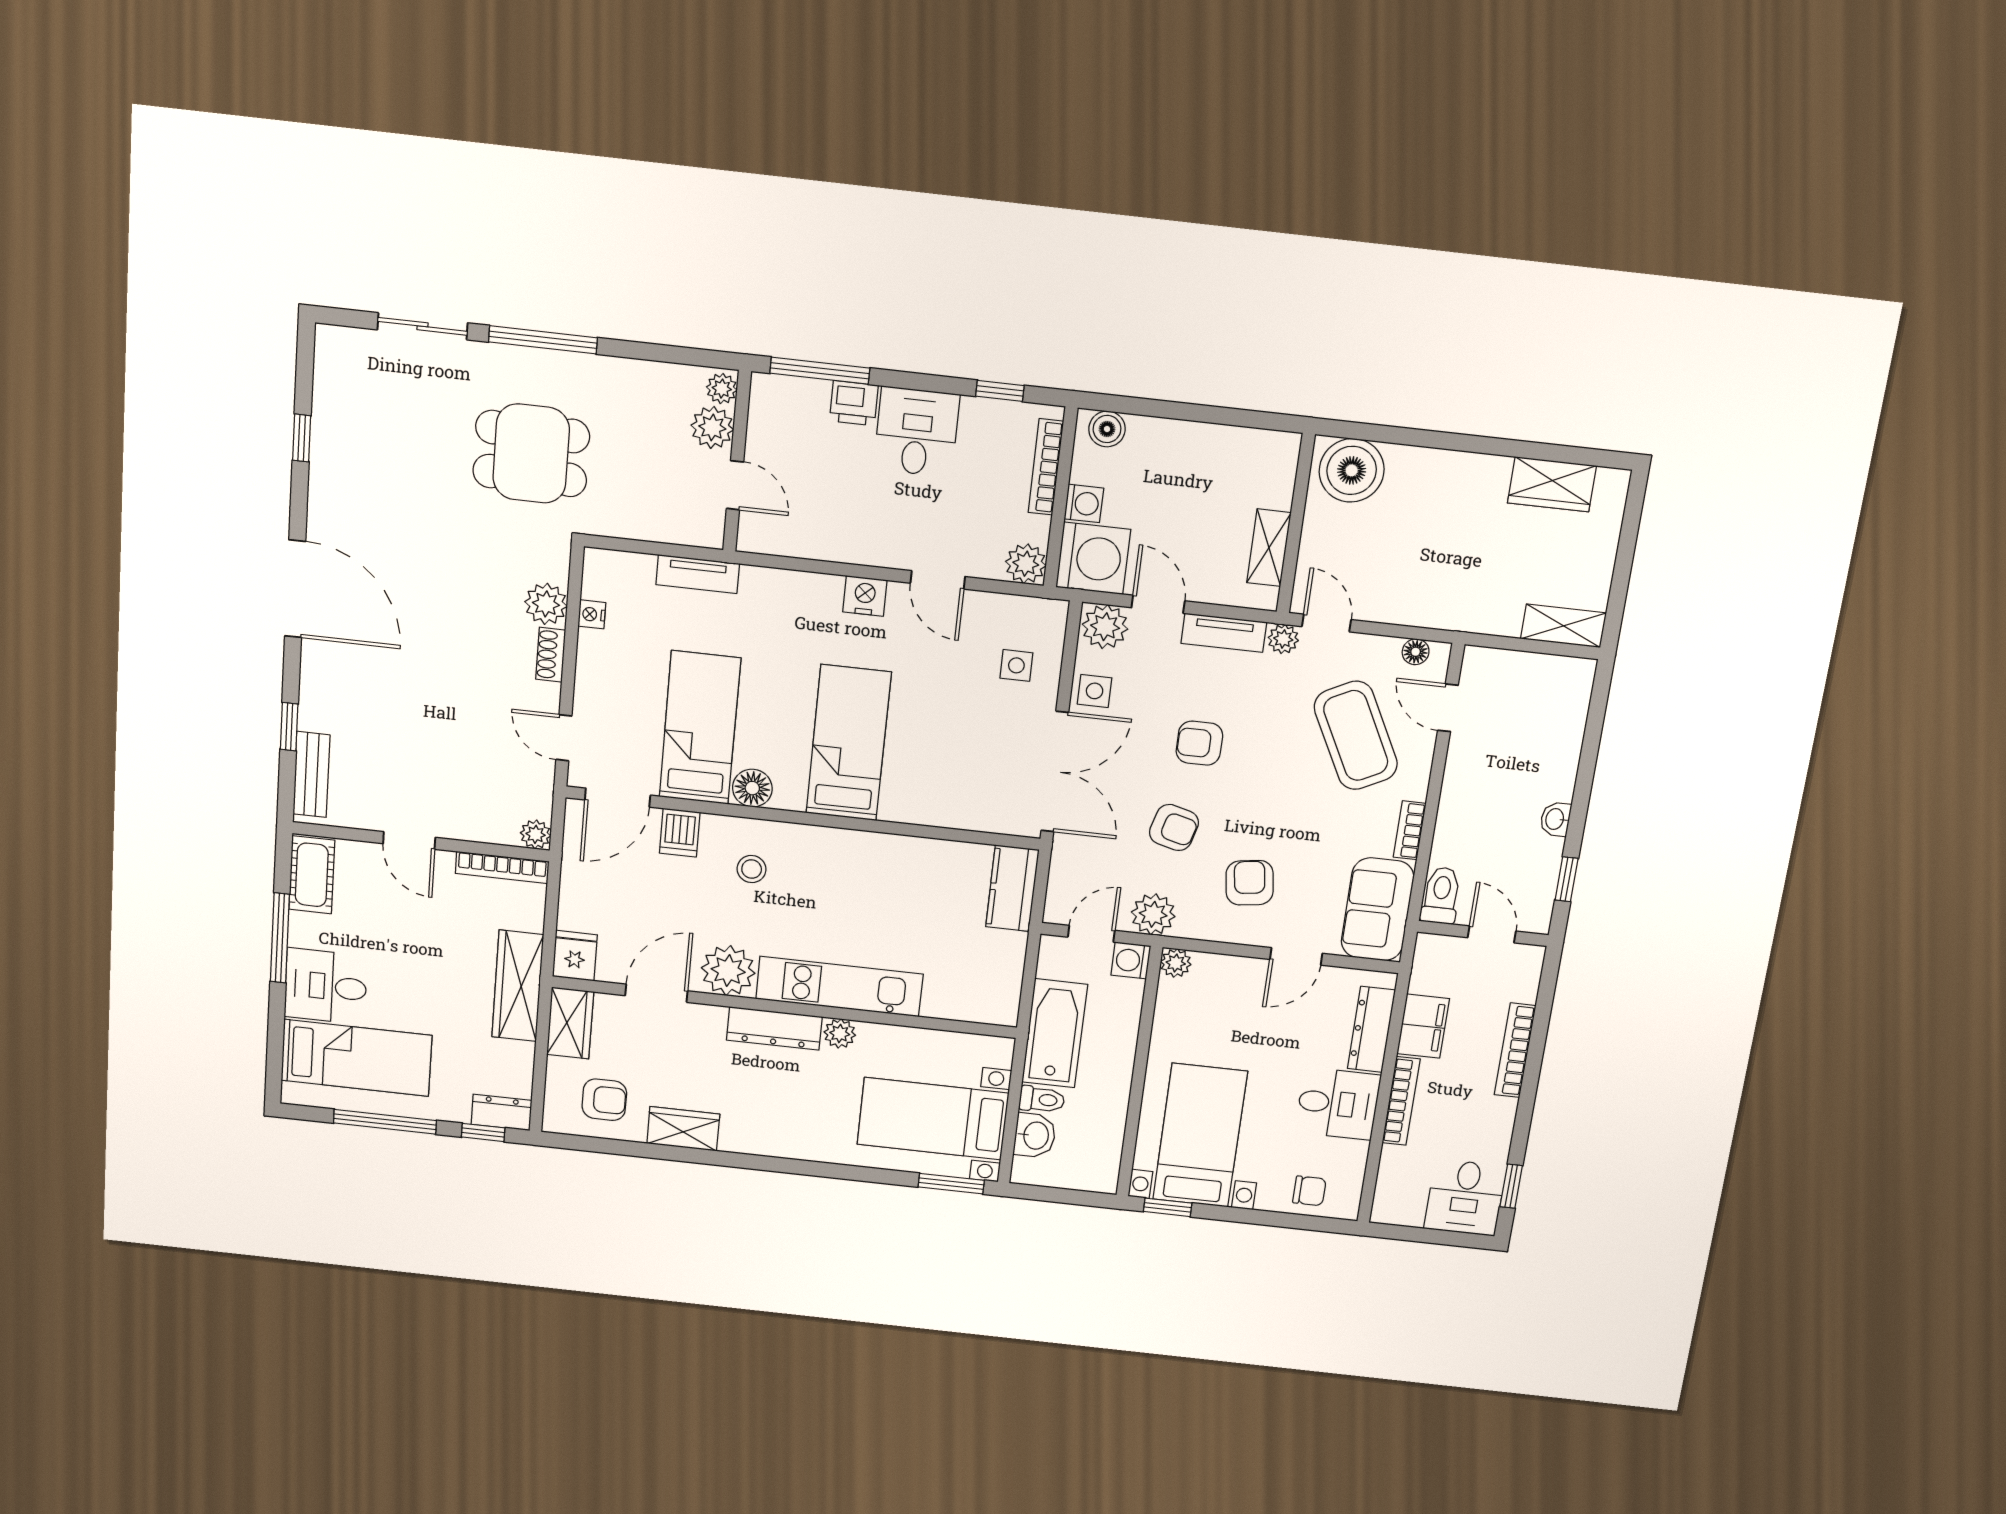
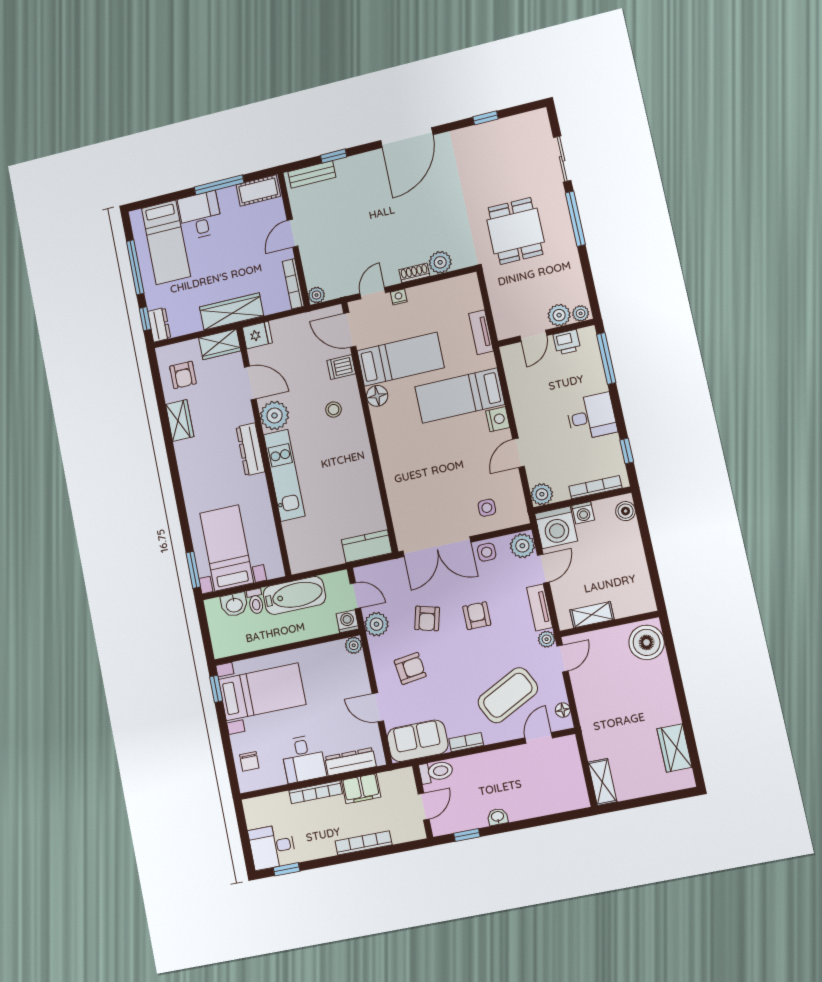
printer: (854, 403) -> (567, 342), moved, turned -90
nightstand: (592, 614) -> (399, 297), moved
bed: (849, 743) -> (460, 396), moved, turned 180
plant: (840, 1034) -> (258, 484), removed

